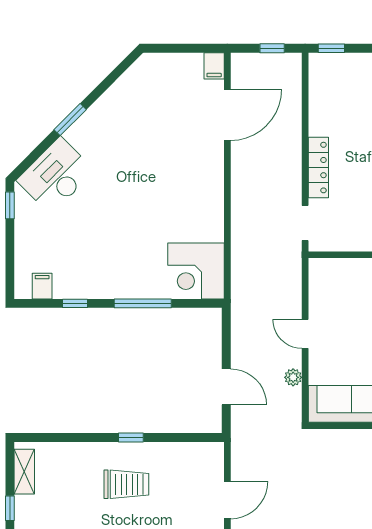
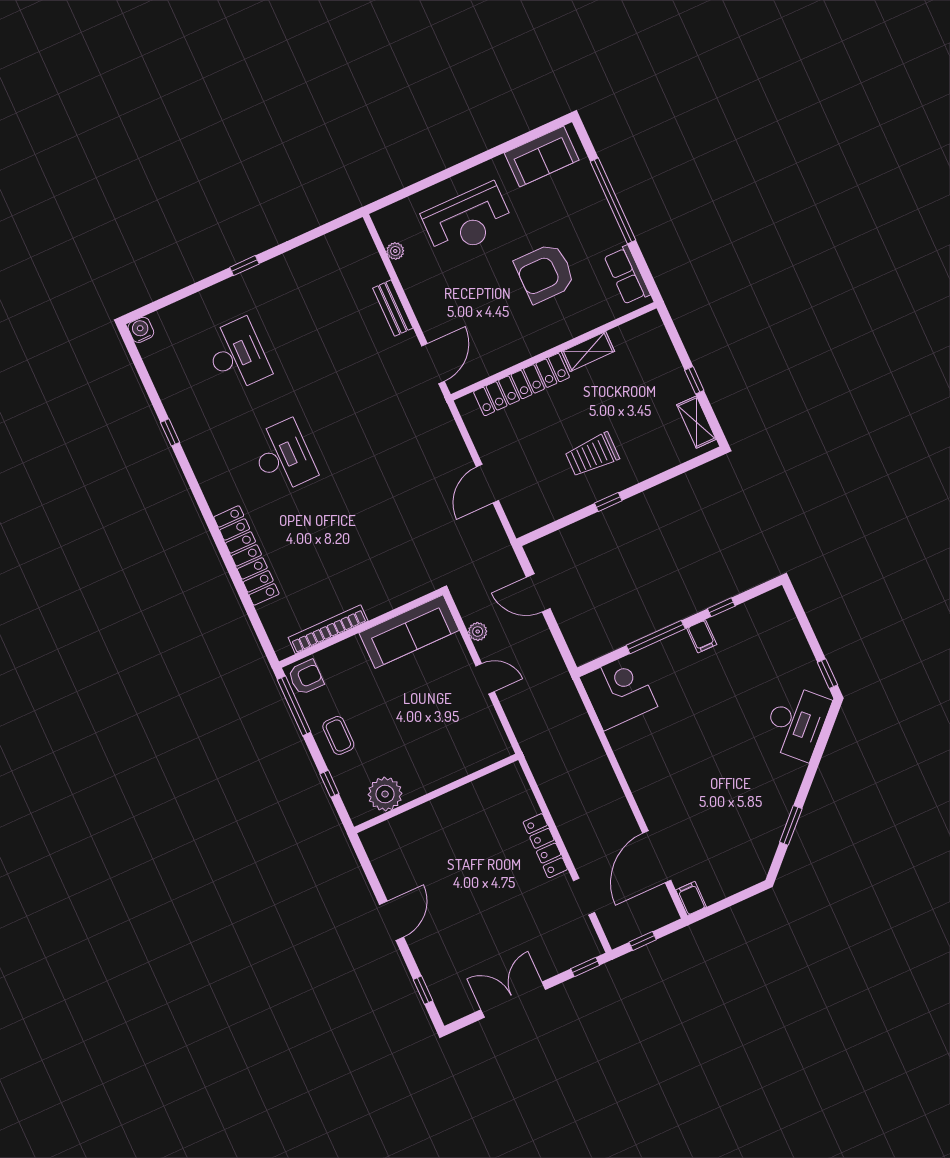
window: (70, 120) -> (791, 825), moved
doorway: (305, 223) -> (584, 897), moved
filing cabinet: (42, 286) -> (702, 636), moved

